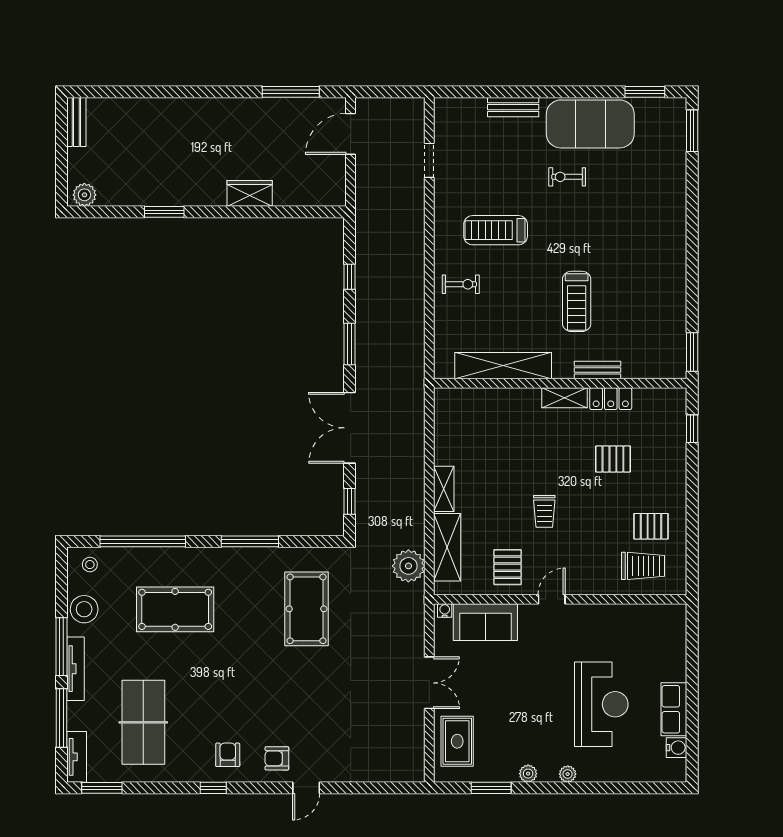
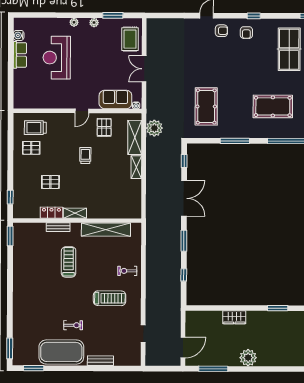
plant: (222, 114) -> (248, 358), added

